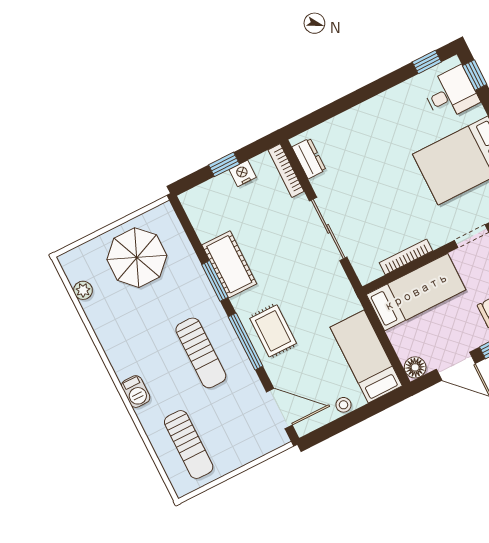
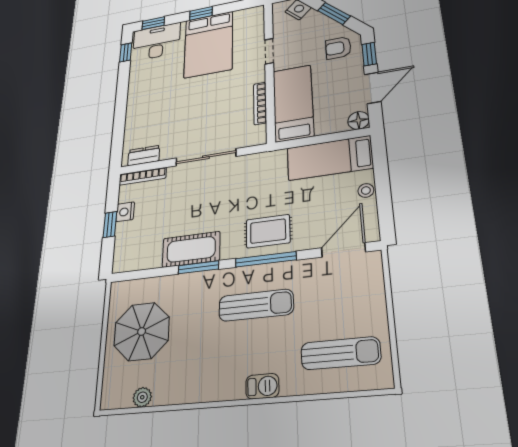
desk: (451, 94) -> (156, 42), width x1.37

